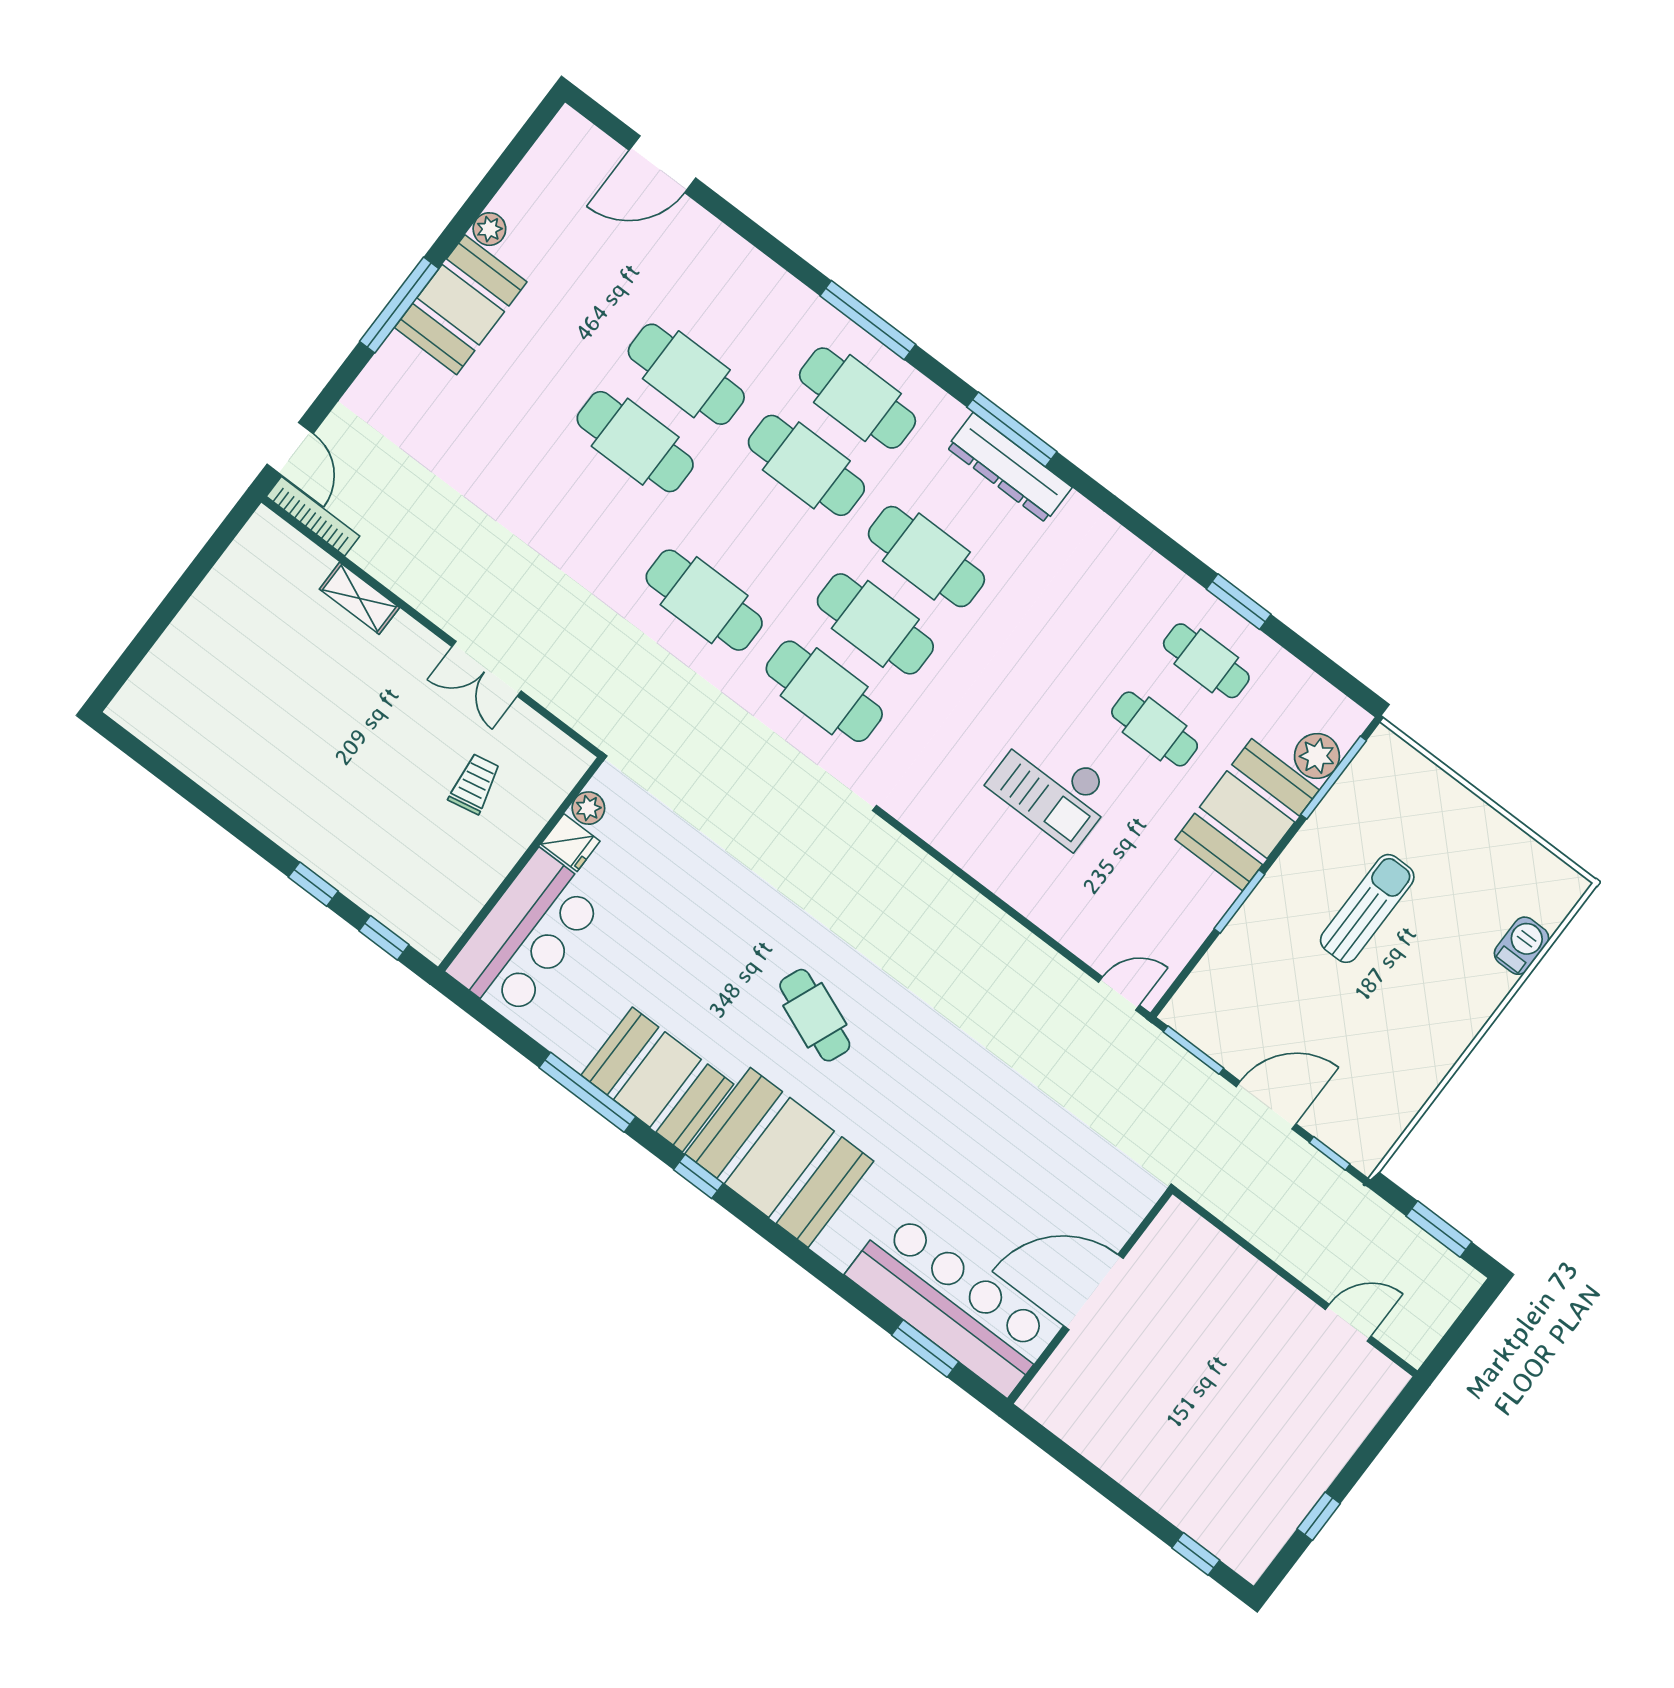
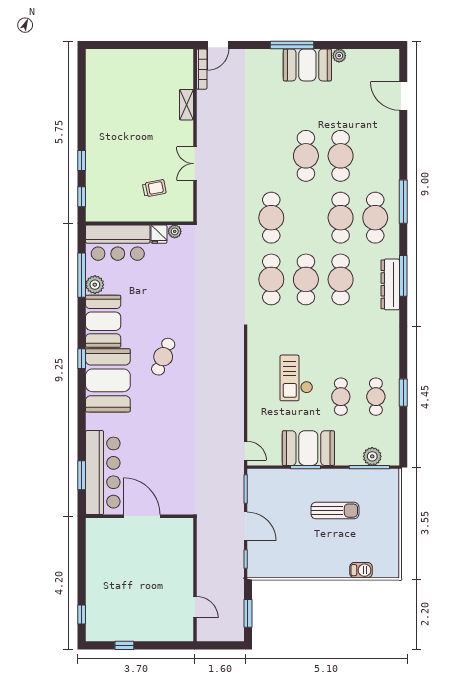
booth: (1247, 815) -> (308, 448), moved
plant: (574, 1042) -> (95, 285), added
window: (587, 1092) -> (82, 275), moved

